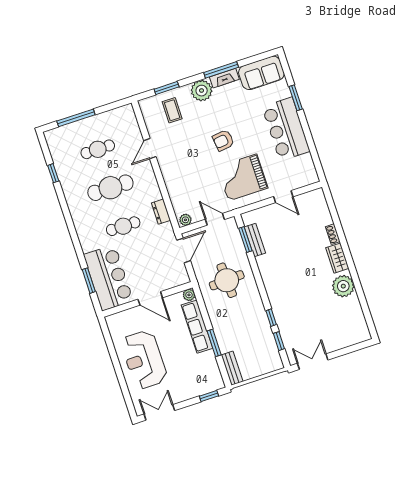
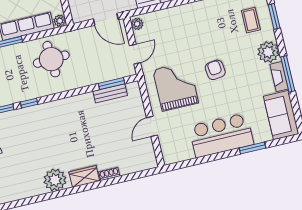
coffee table: (172, 110) -> (251, 20), turned 90
round table: (227, 280) -> (51, 59), moved

